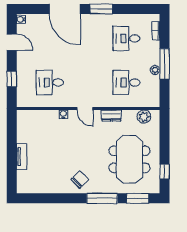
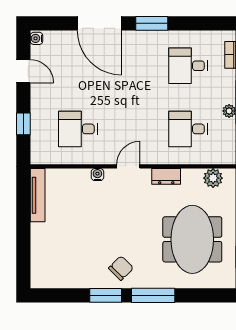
door: (85, 109) -> (128, 166), swing flipped
tv unit: (22, 157) -> (38, 195), moved, width x1.41
window: (138, 198) -> (106, 295), moved

